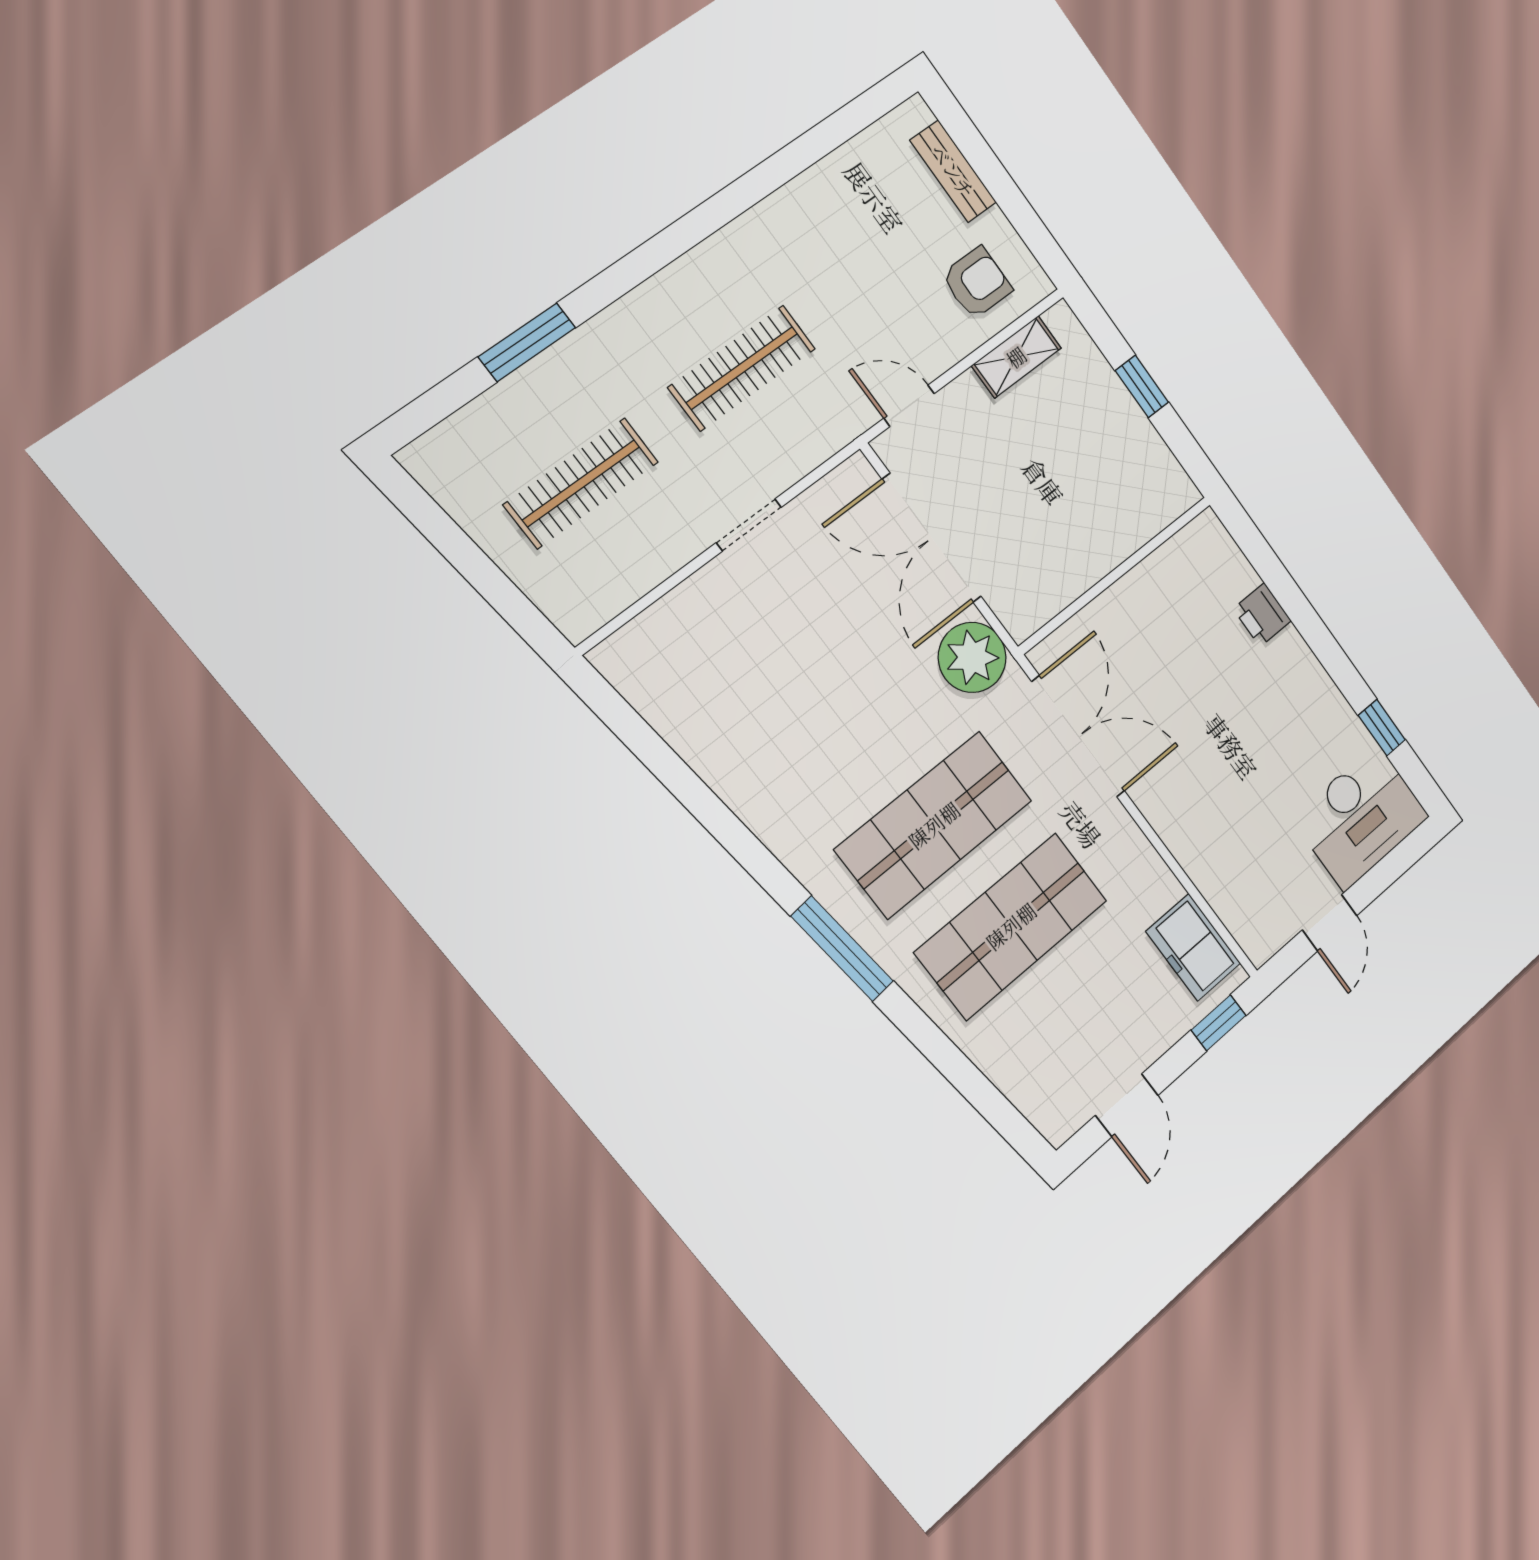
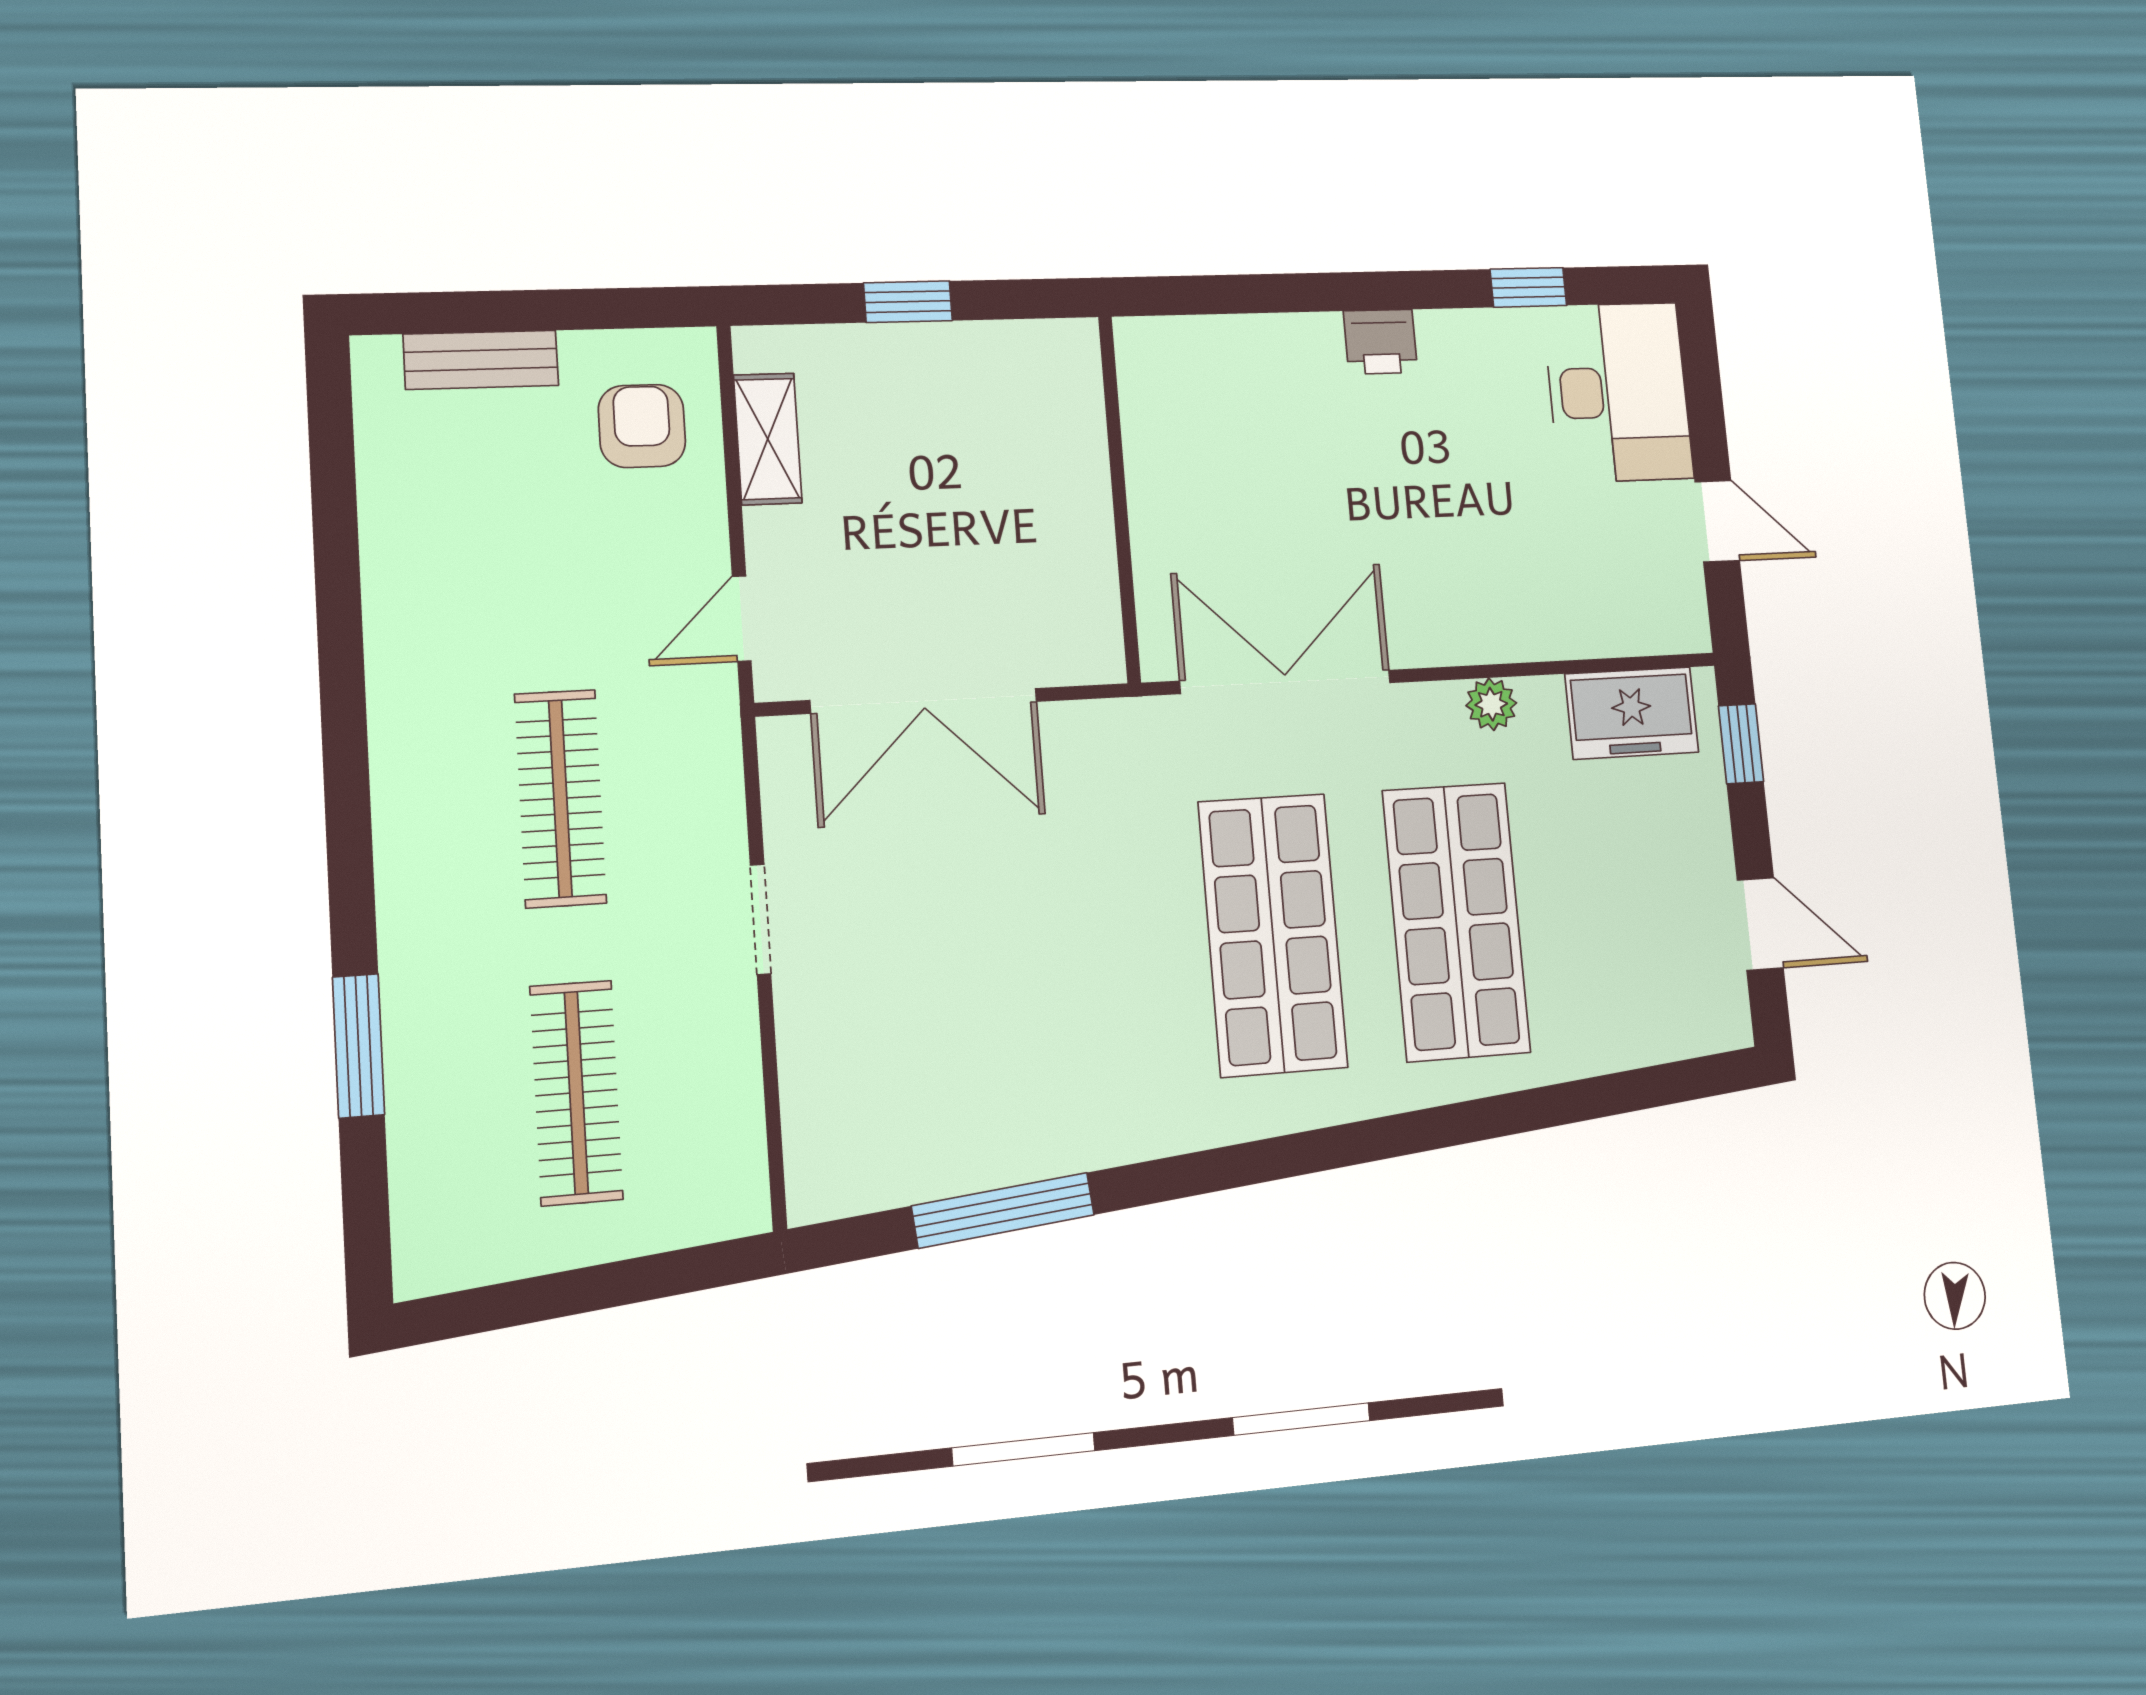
printer: (1262, 615) -> (1380, 342), moved
plant: (972, 657) -> (1491, 704), moved, width x0.53, depth x0.53
window: (842, 949) -> (1003, 1210), moved

